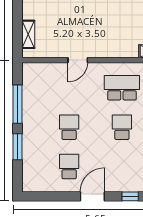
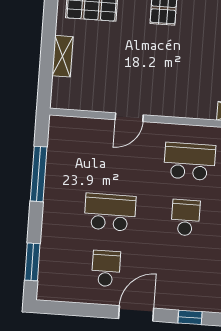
shelving: (28, 34) -> (63, 56), moved
school desk: (69, 127) -> (110, 212), width x1.85
window: (18, 147) -> (32, 262), moved

